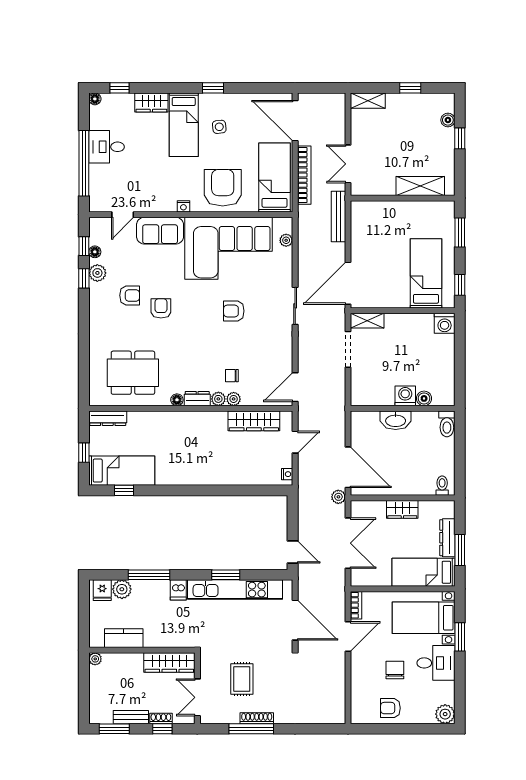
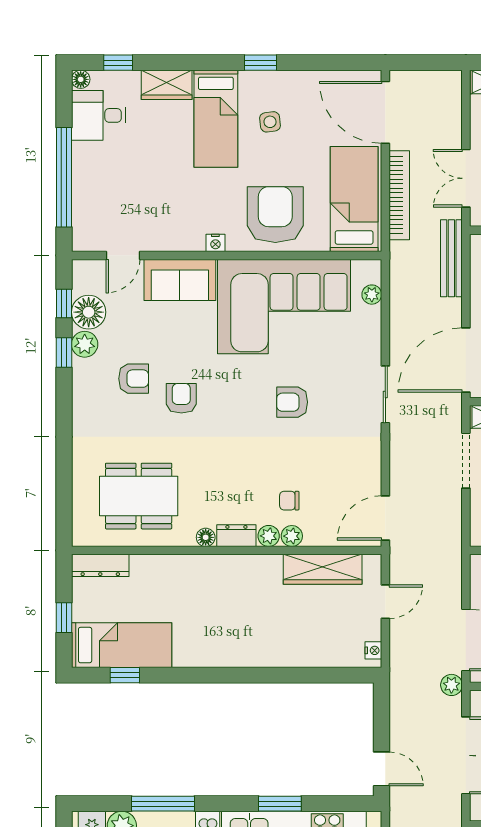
desk: (107, 147) -> (98, 115), moved
floor lamp: (95, 252) -> (89, 312), width x1.89, depth x1.89

